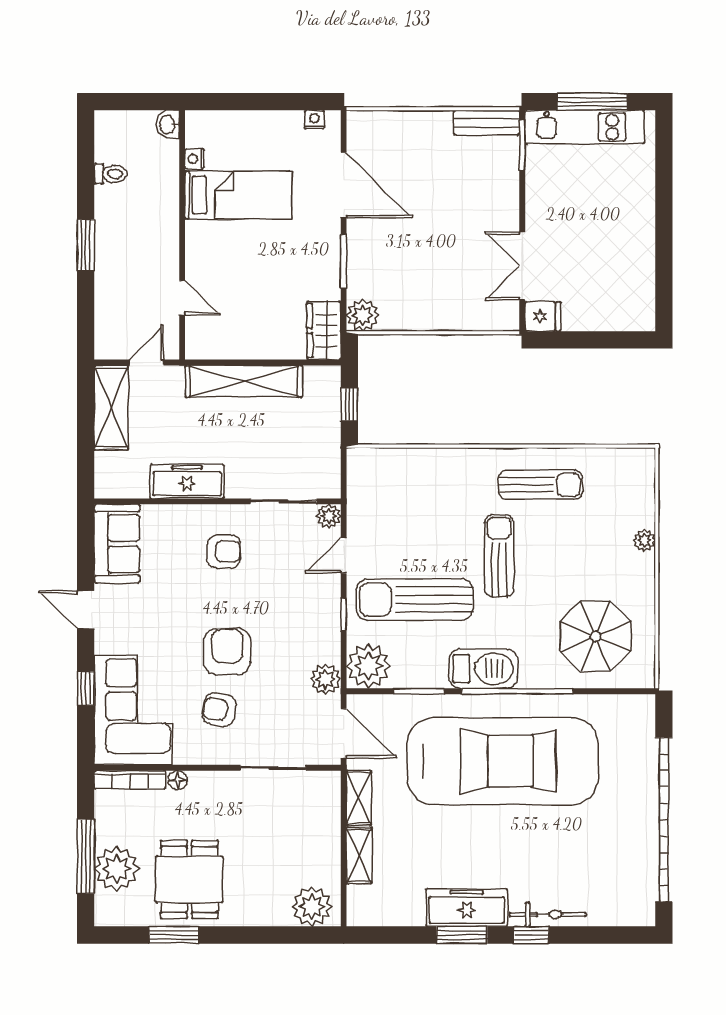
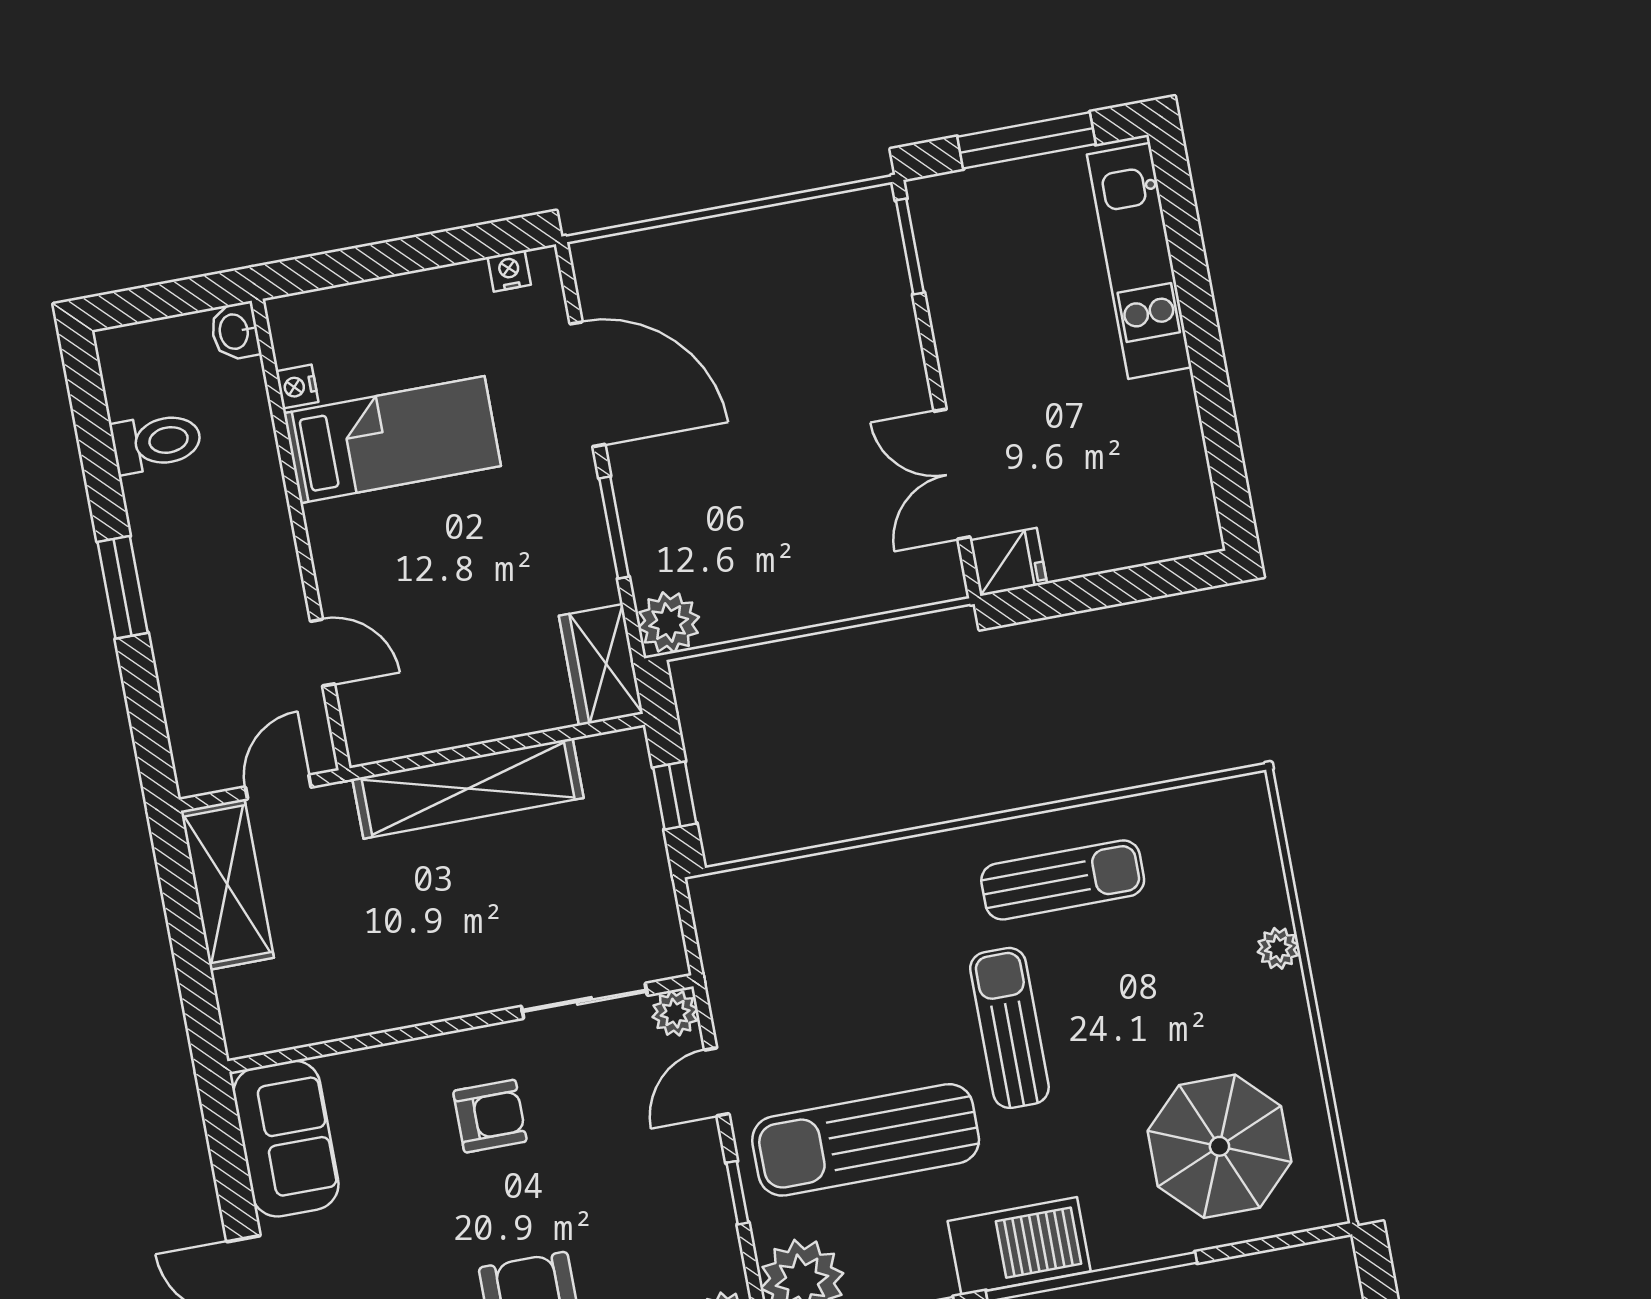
bench: (487, 123) -> (835, 217), removed
kitchen unit: (585, 127) -> (1139, 261), moved, turned 90
toilet: (111, 174) -> (157, 442), width x1.37, depth x1.39
freezer: (187, 481) -> (396, 997), removed

